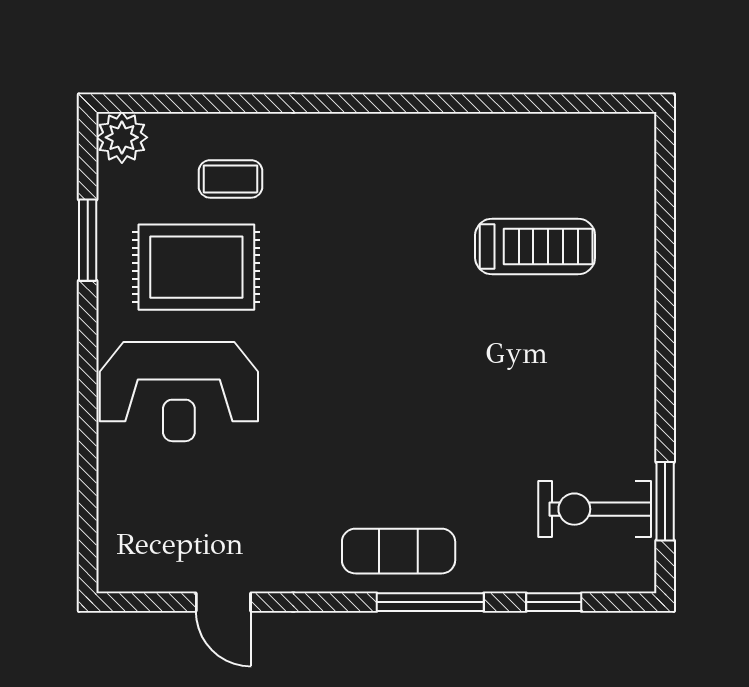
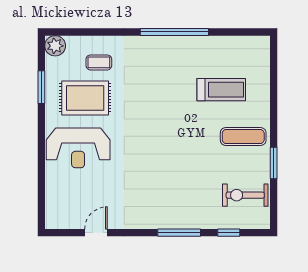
window: (419, 103) -> (174, 32), added
window: (665, 501) -> (274, 163), moved
exercise mat: (399, 551) -> (243, 136), moved
door: (223, 602) -> (96, 233), swing flipped

